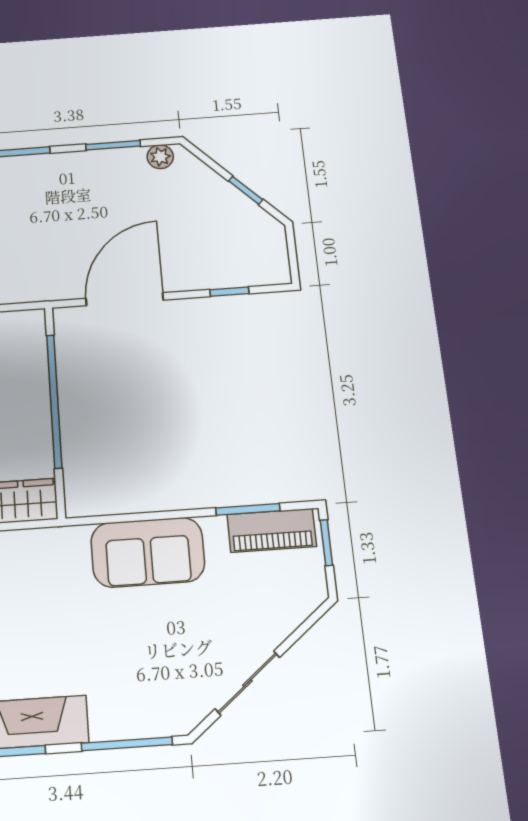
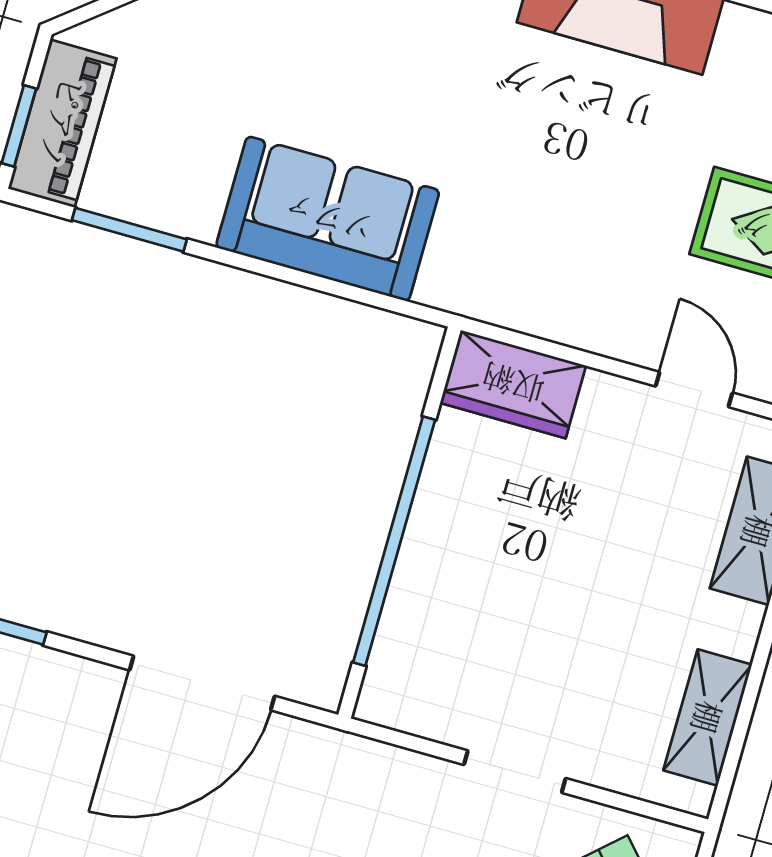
piano: (272, 530) -> (62, 123), moved, turned 90

